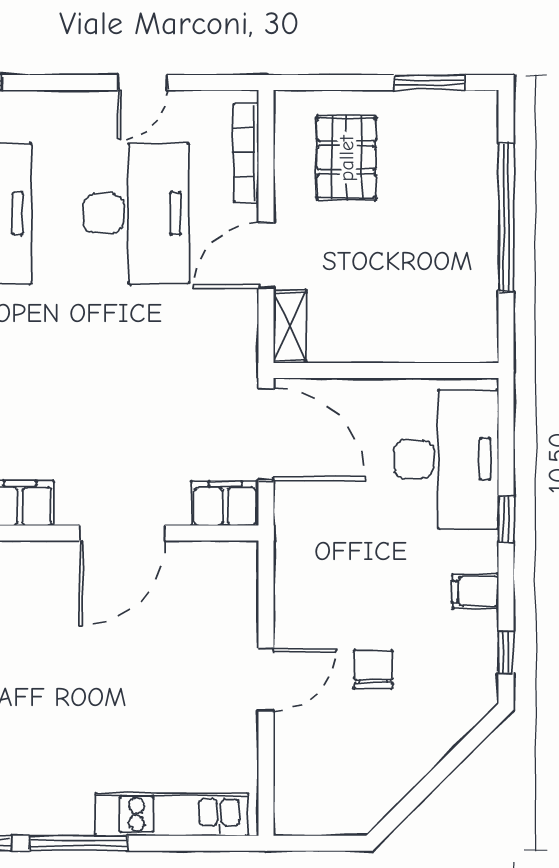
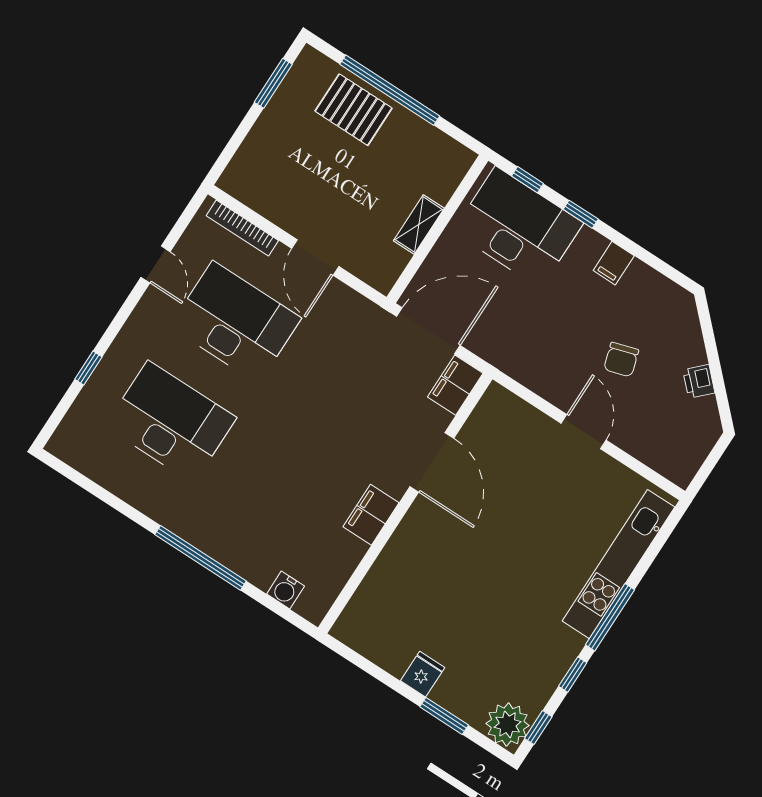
pallet: (347, 158) -> (354, 110), moved
shelving: (290, 327) -> (419, 225), moved, turned 90
window: (506, 652) -> (528, 180), moved
chair: (373, 670) -> (621, 360), turned -107
printer: (405, 772) -> (699, 381), added
kitchen unit: (172, 814) -> (618, 564), width x1.36

